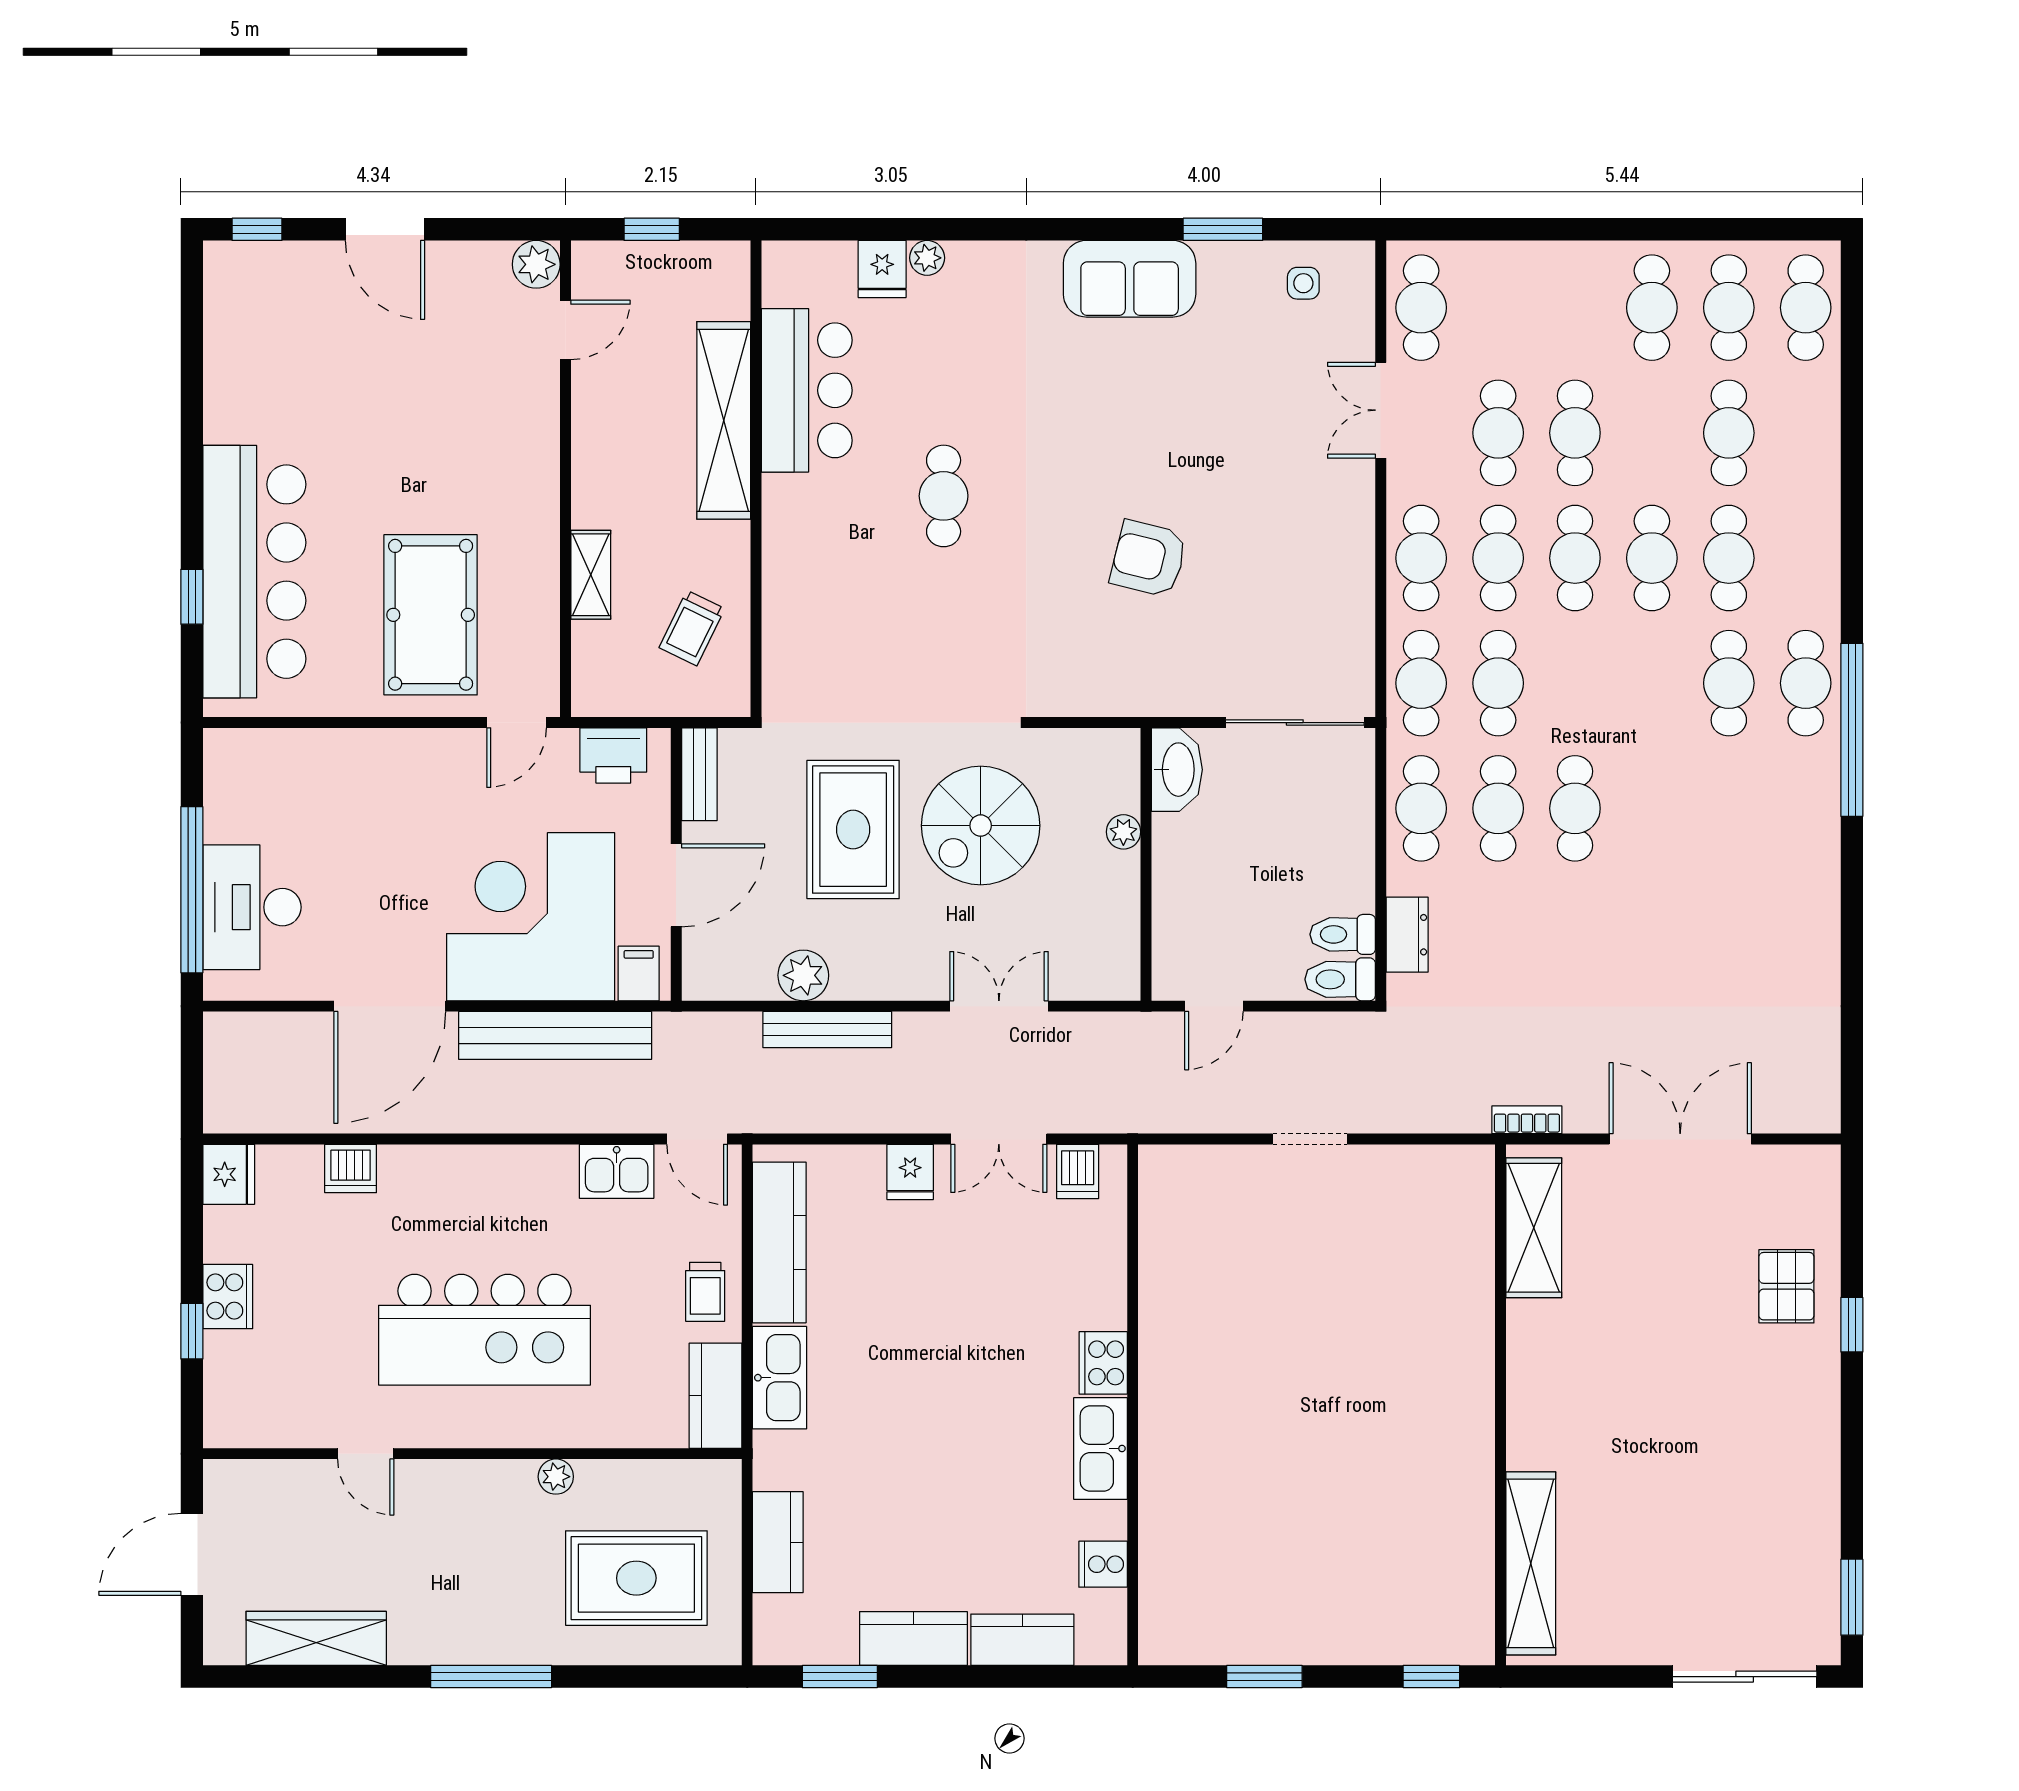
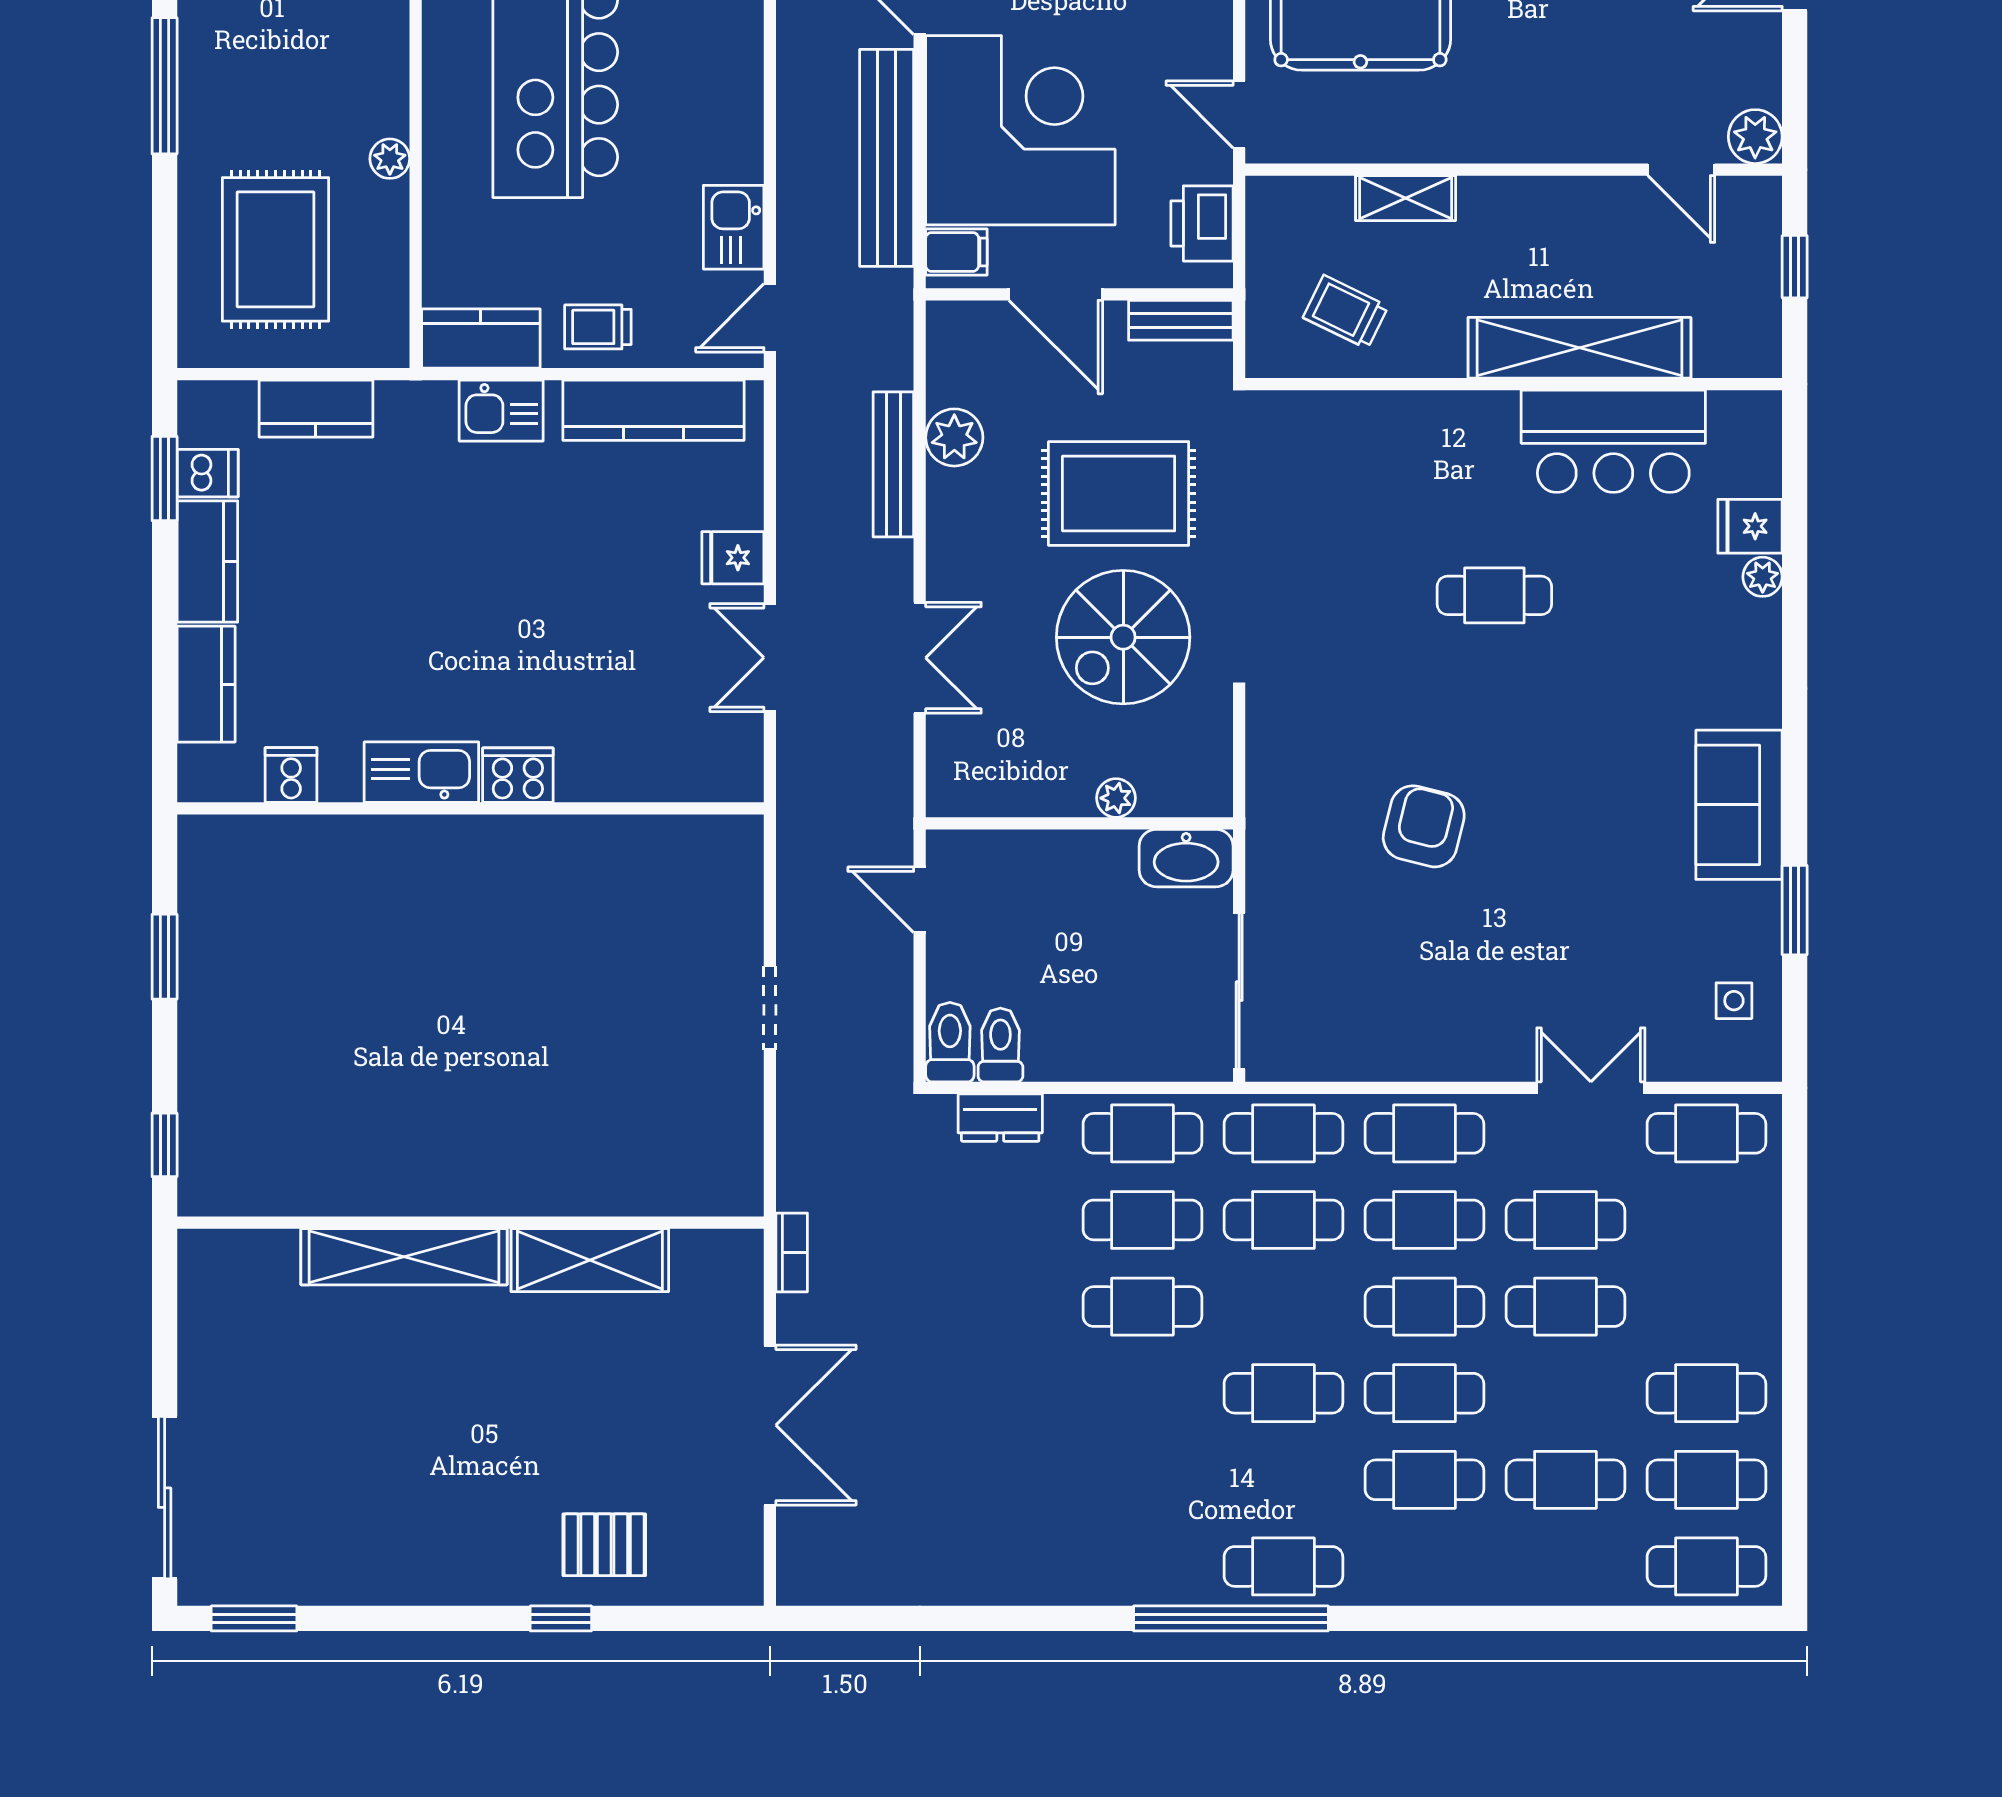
cafe table: (1729, 683) -> (1283, 1393), moved
spiral stairs: (981, 826) -> (1123, 637), turned -90
dishwasher: (1078, 1171) -> (208, 473), moved, turned 180
shelving: (1534, 1228) -> (590, 1260), moved
kitchen sink: (779, 1378) -> (501, 411), width x0.73
shelving: (1531, 1563) -> (404, 1257), moved

